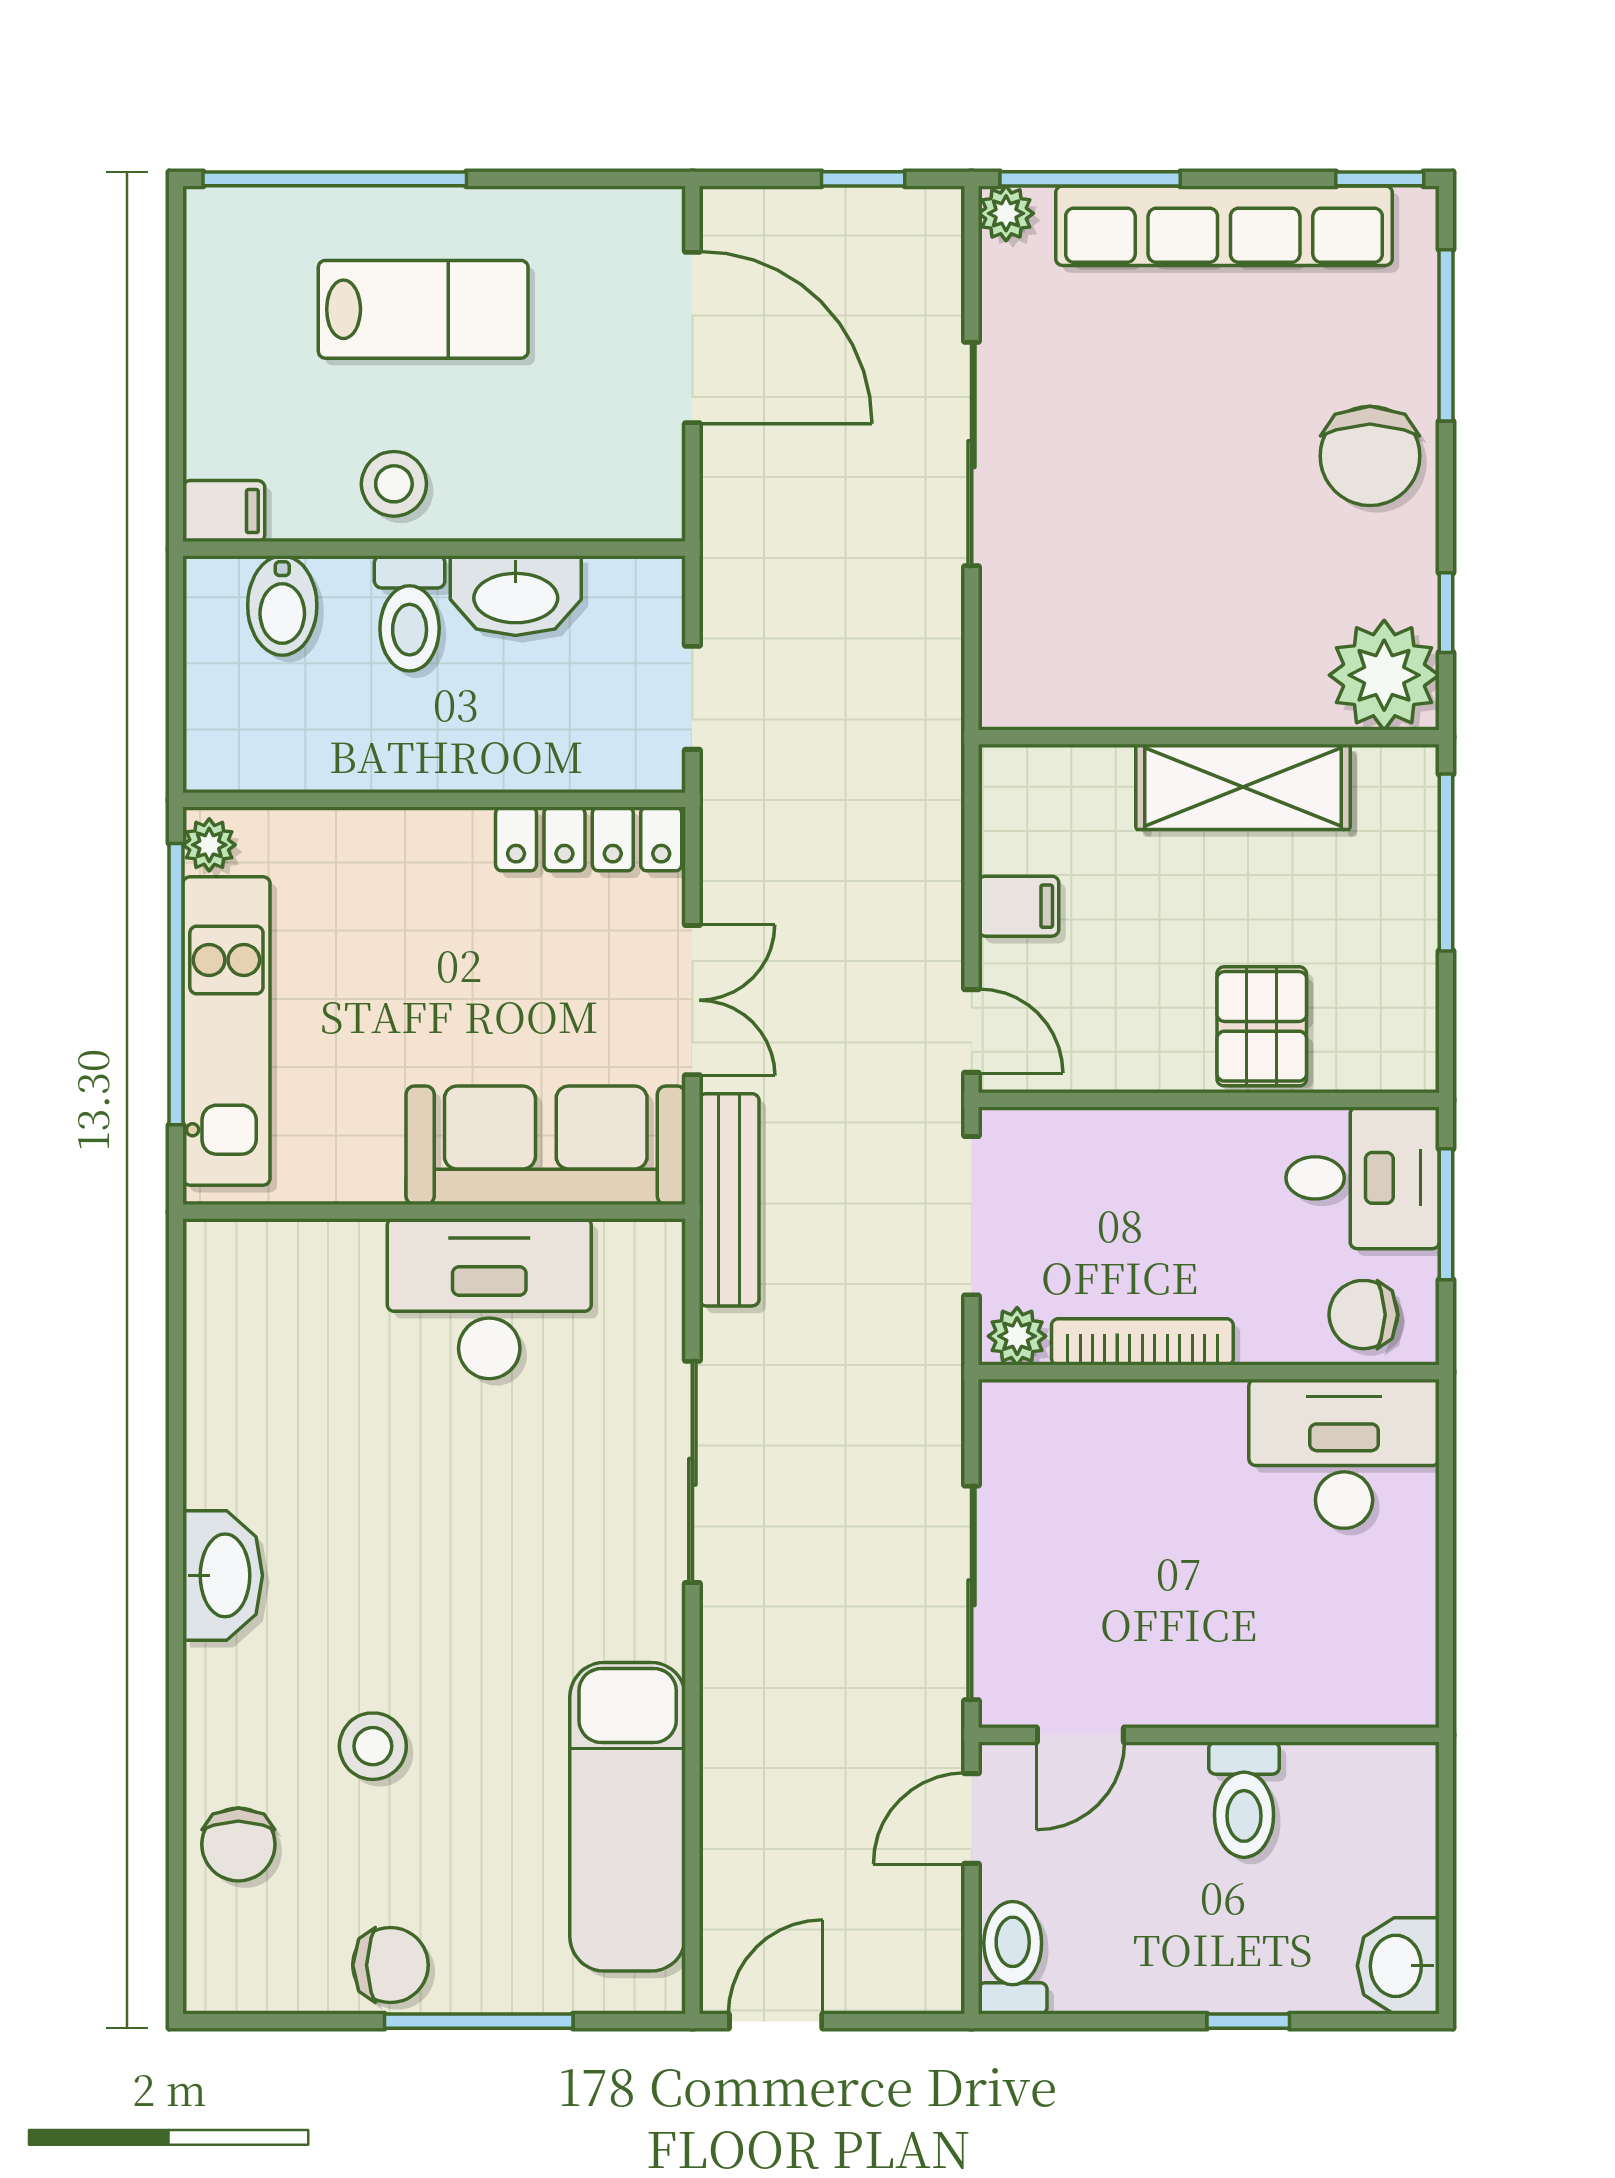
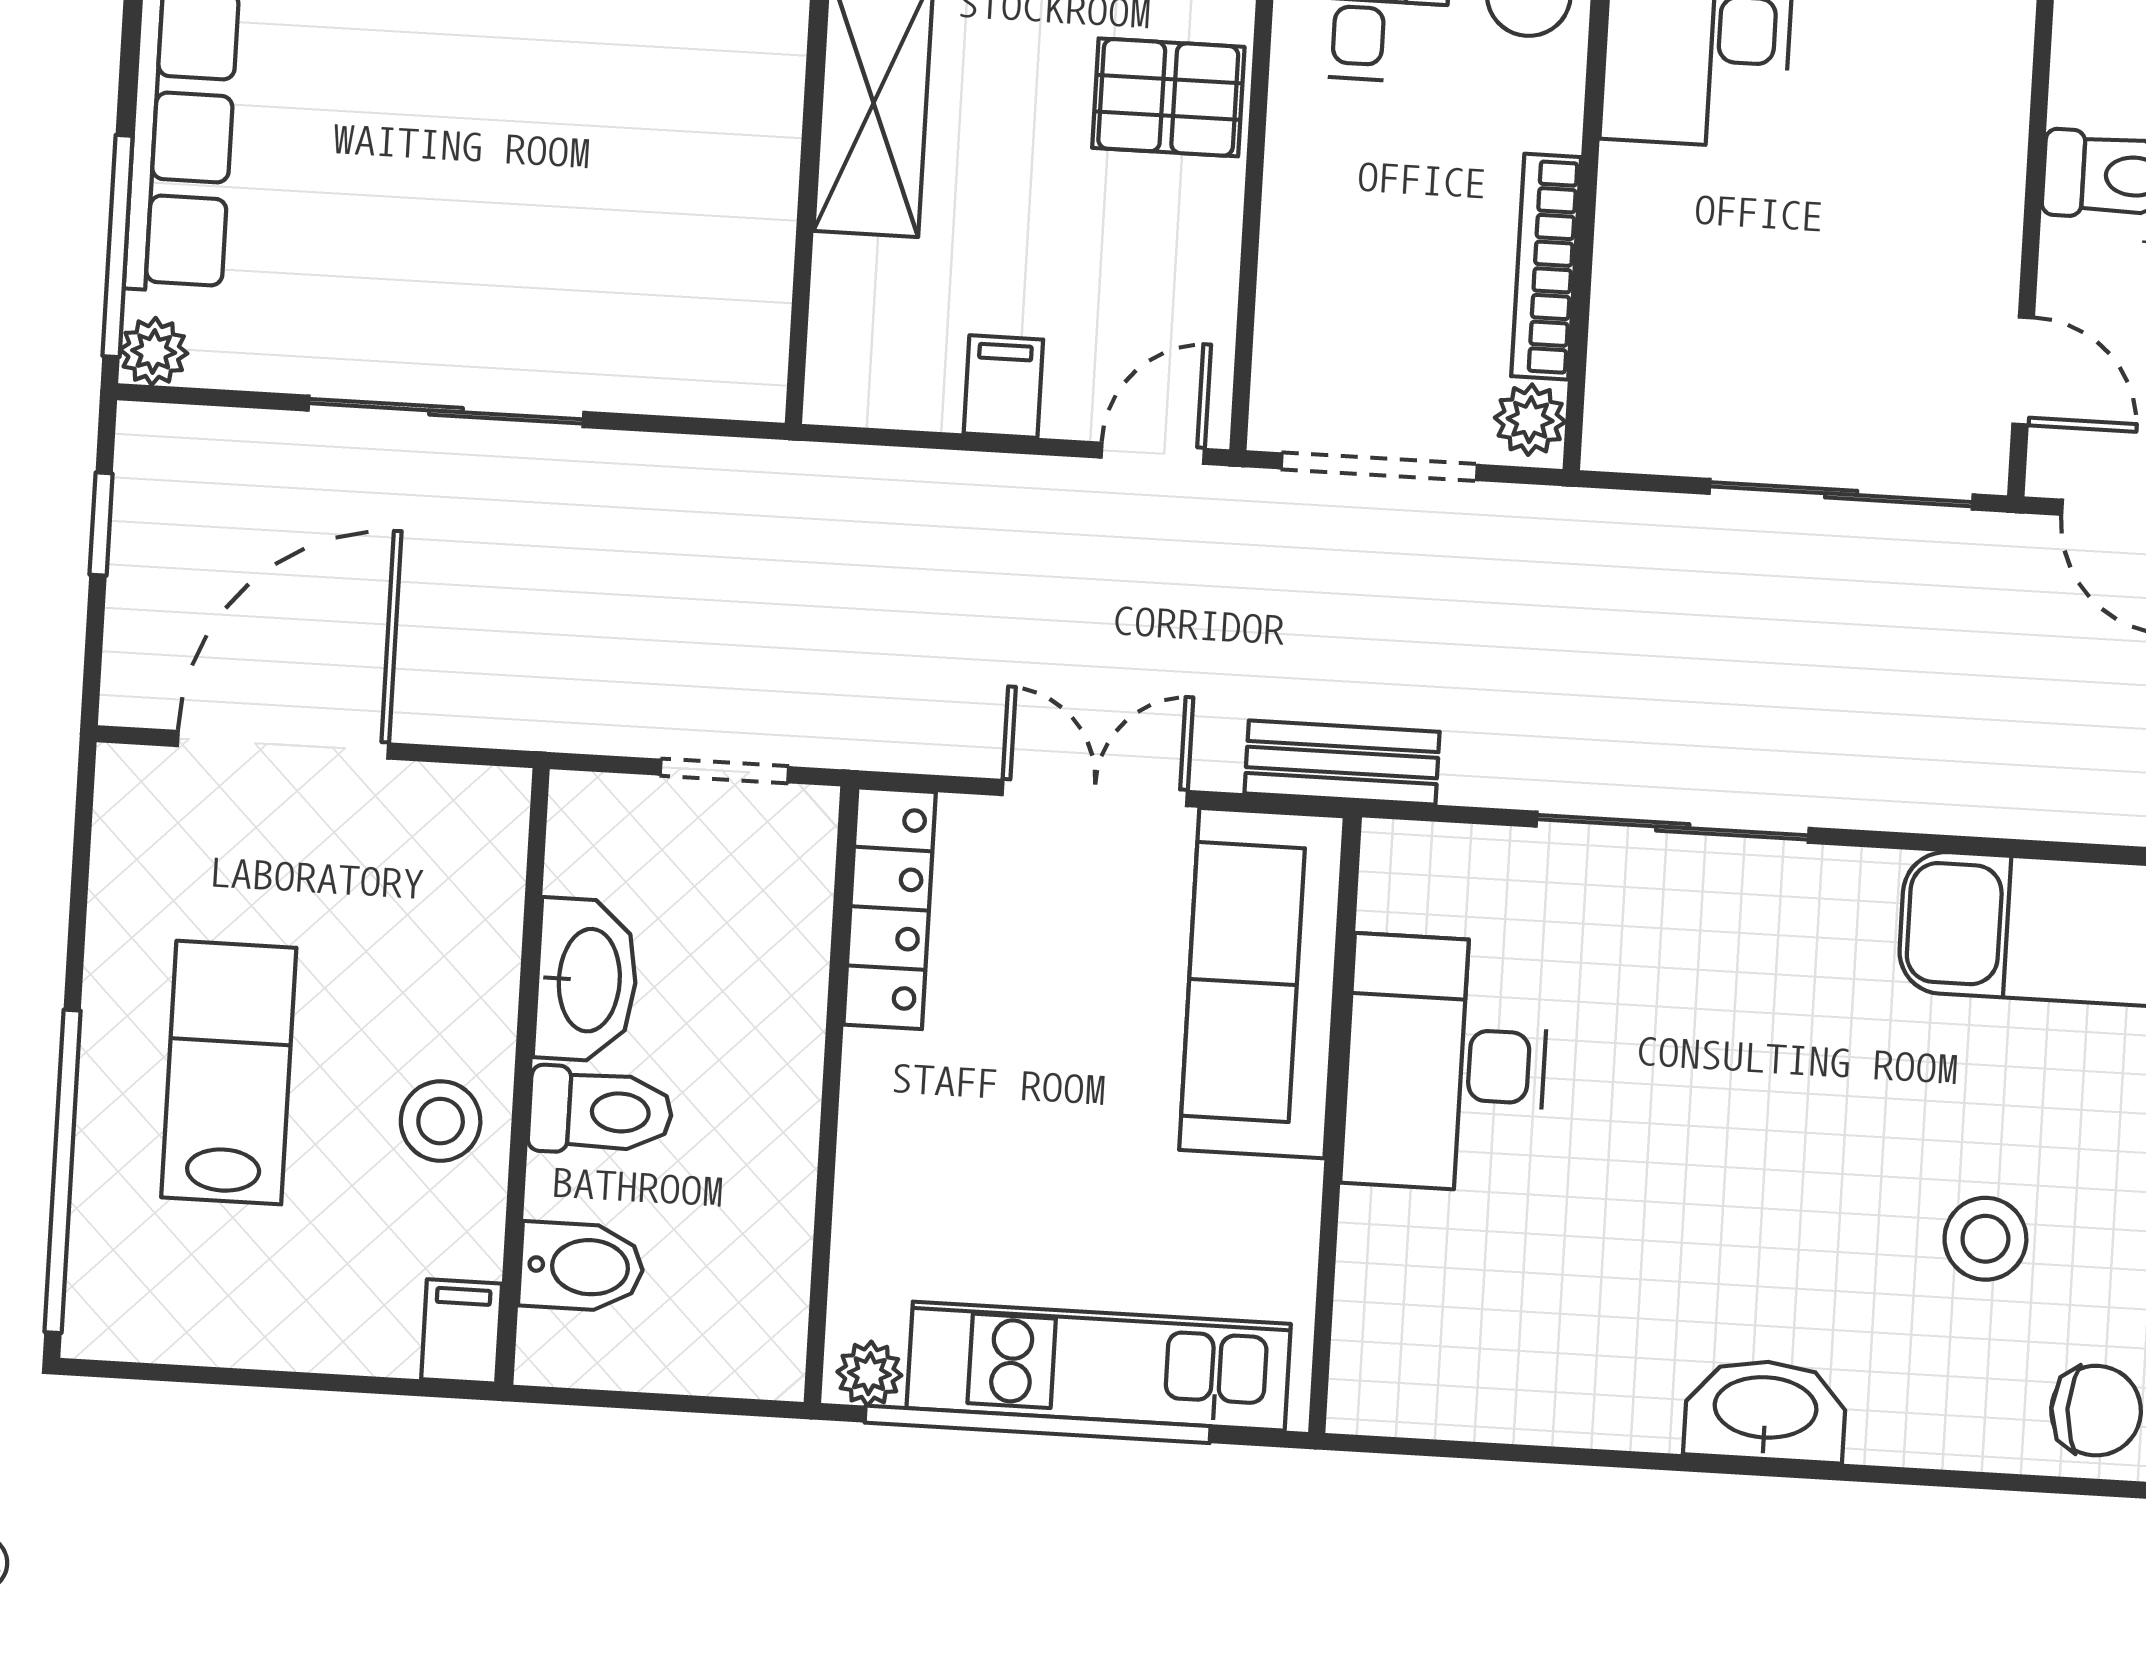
bench: (729, 1200) -> (1342, 763), width x0.73

